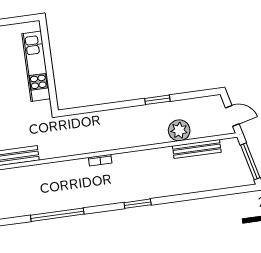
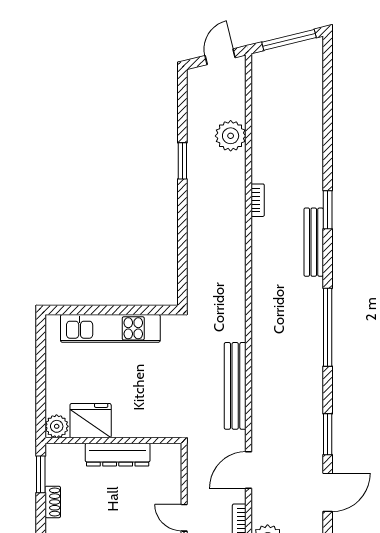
bench: (197, 149) -> (314, 242), moved
bookcase: (100, 160) -> (258, 200), moved

